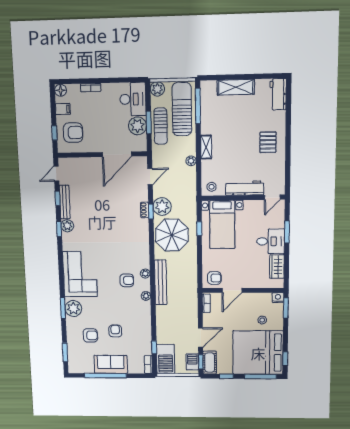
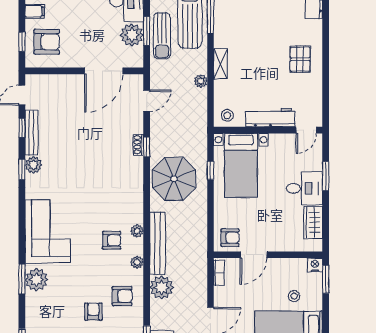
plant: (162, 207) -> (162, 288), moved
armchair: (90, 335) -> (122, 296), moved

